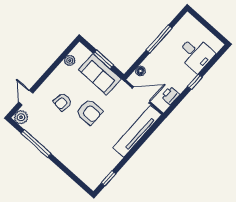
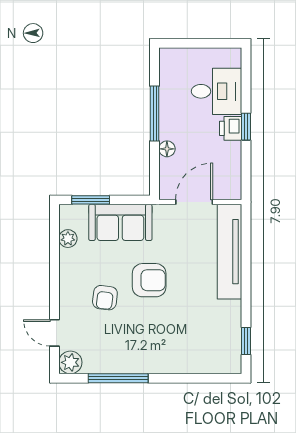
window: (103, 59) -> (91, 200), moved
floor lamp: (140, 71) -> (167, 149), moved
printer: (170, 95) -> (231, 128), moved

